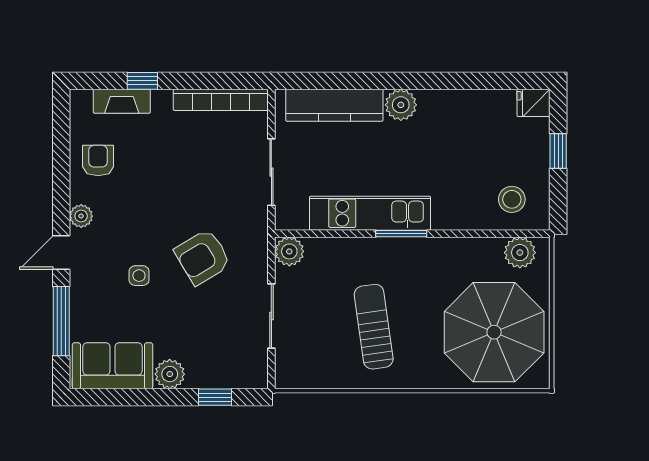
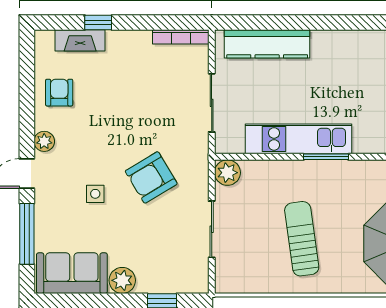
bookcase: (221, 100) -> (181, 37), width x0.68, depth x0.76
plant: (401, 105) -> (326, 44), removed

